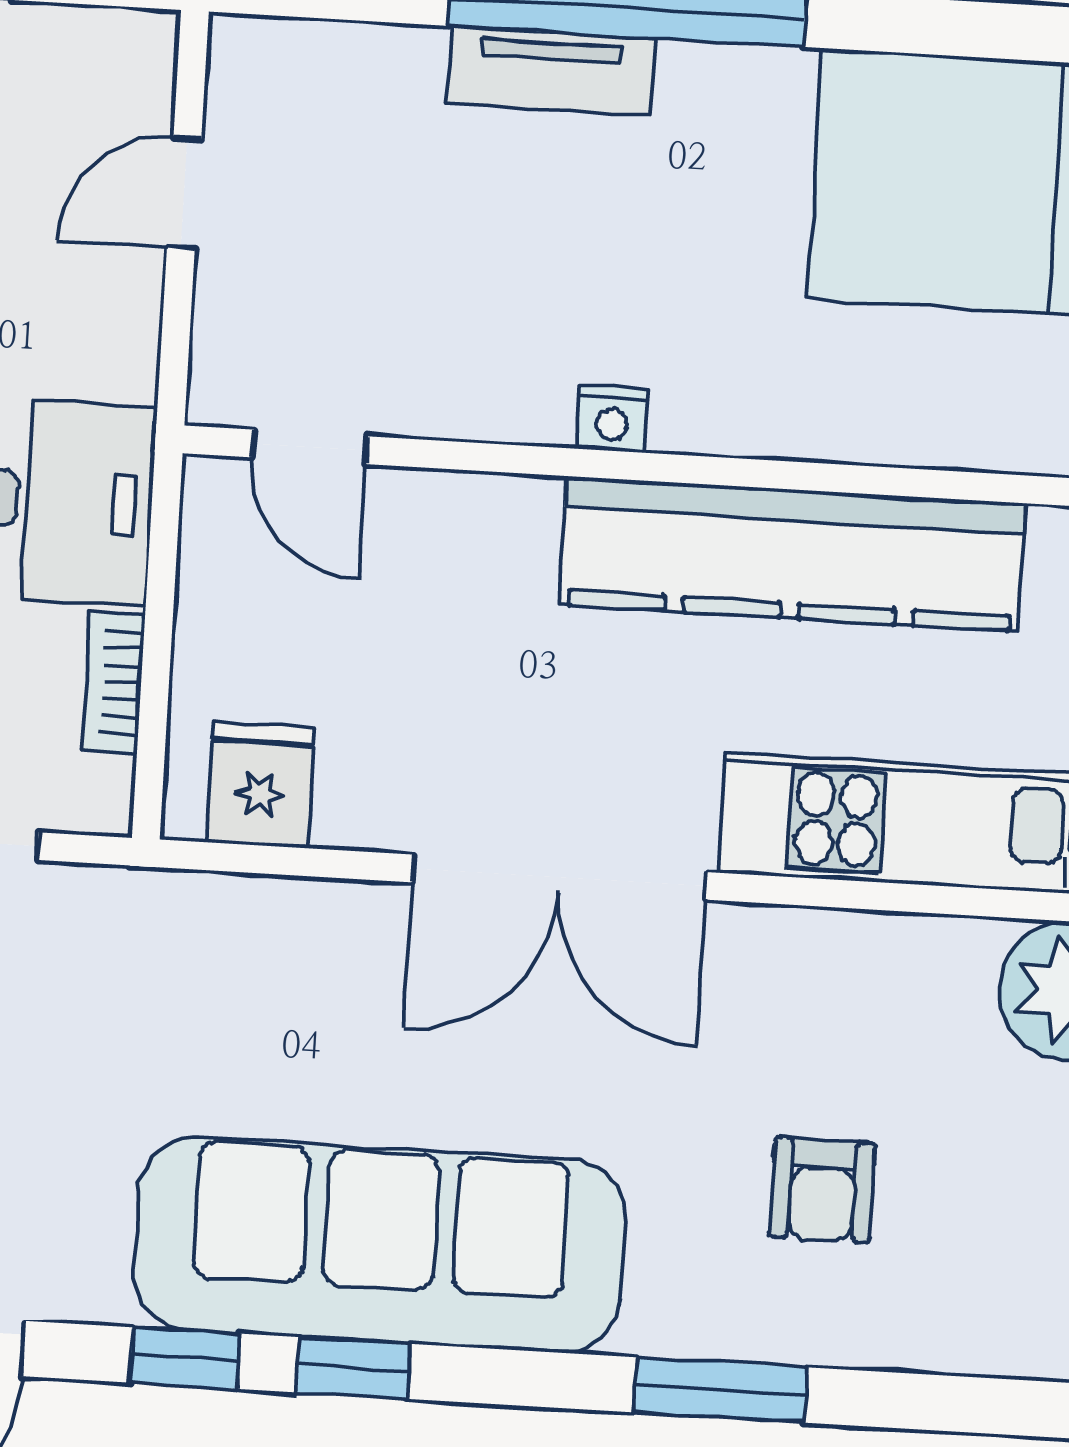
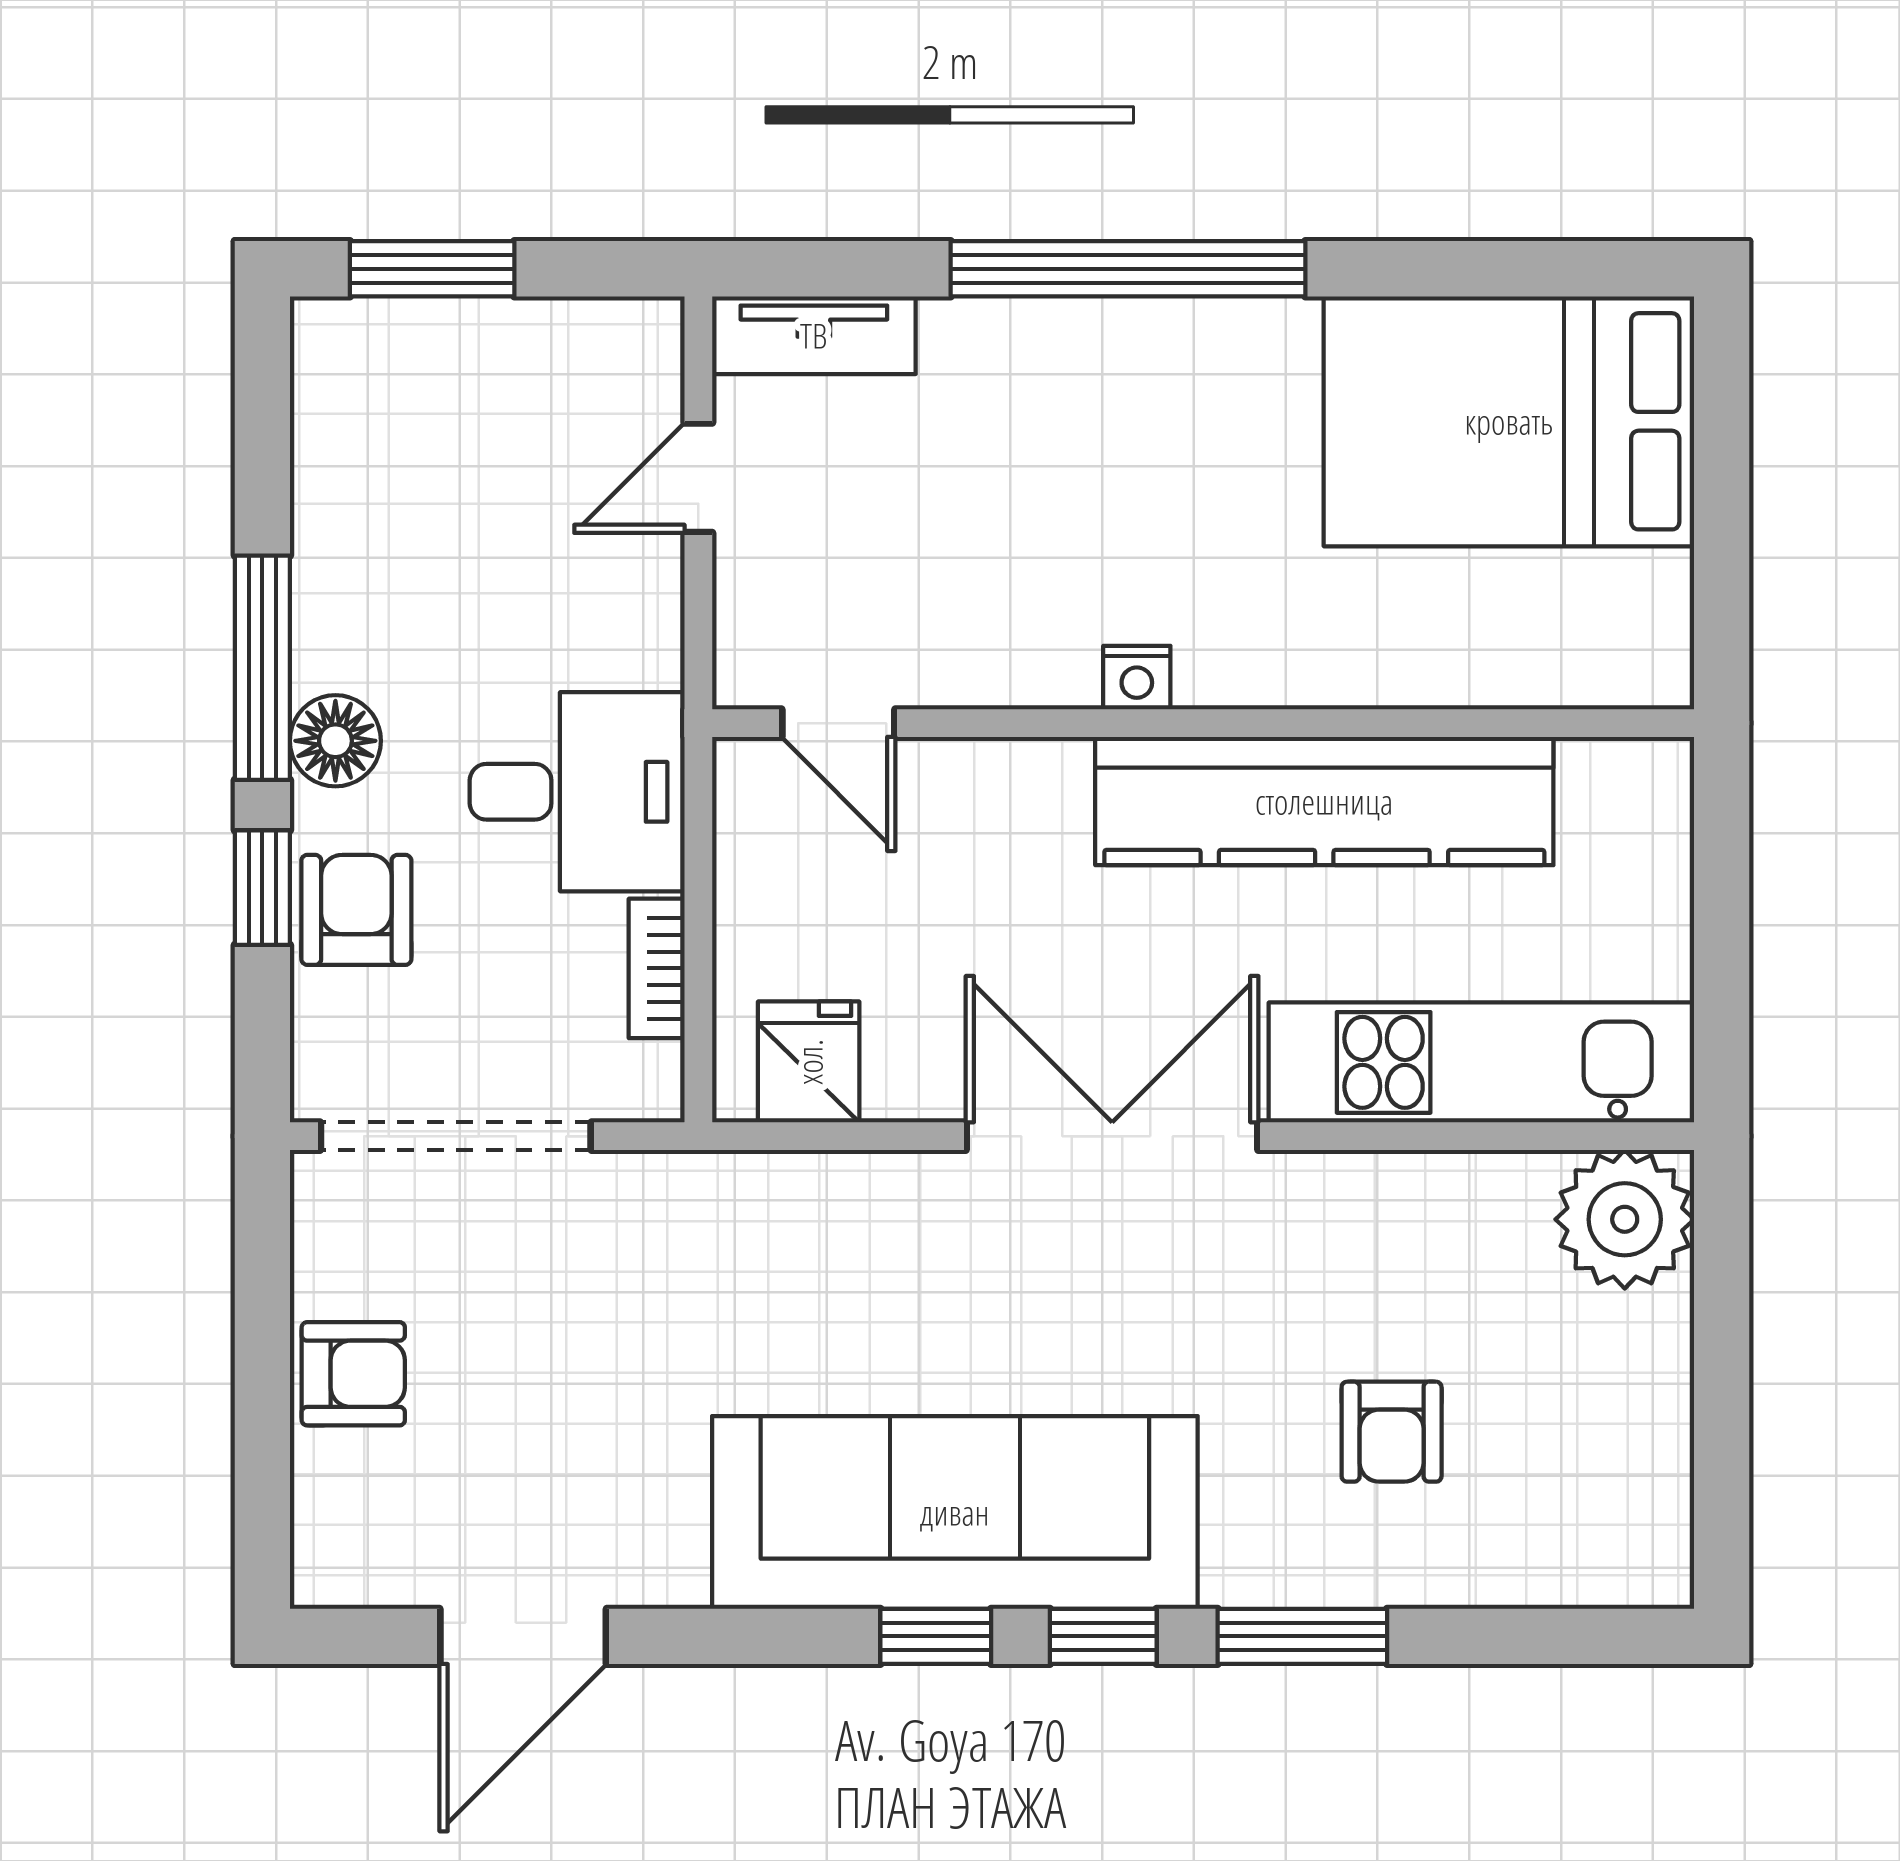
tv unit: (551, 71) -> (814, 335), moved
double door: (560, 877) -> (1112, 1136), swing flipped
window: (185, 1358) -> (1103, 1636), moved

